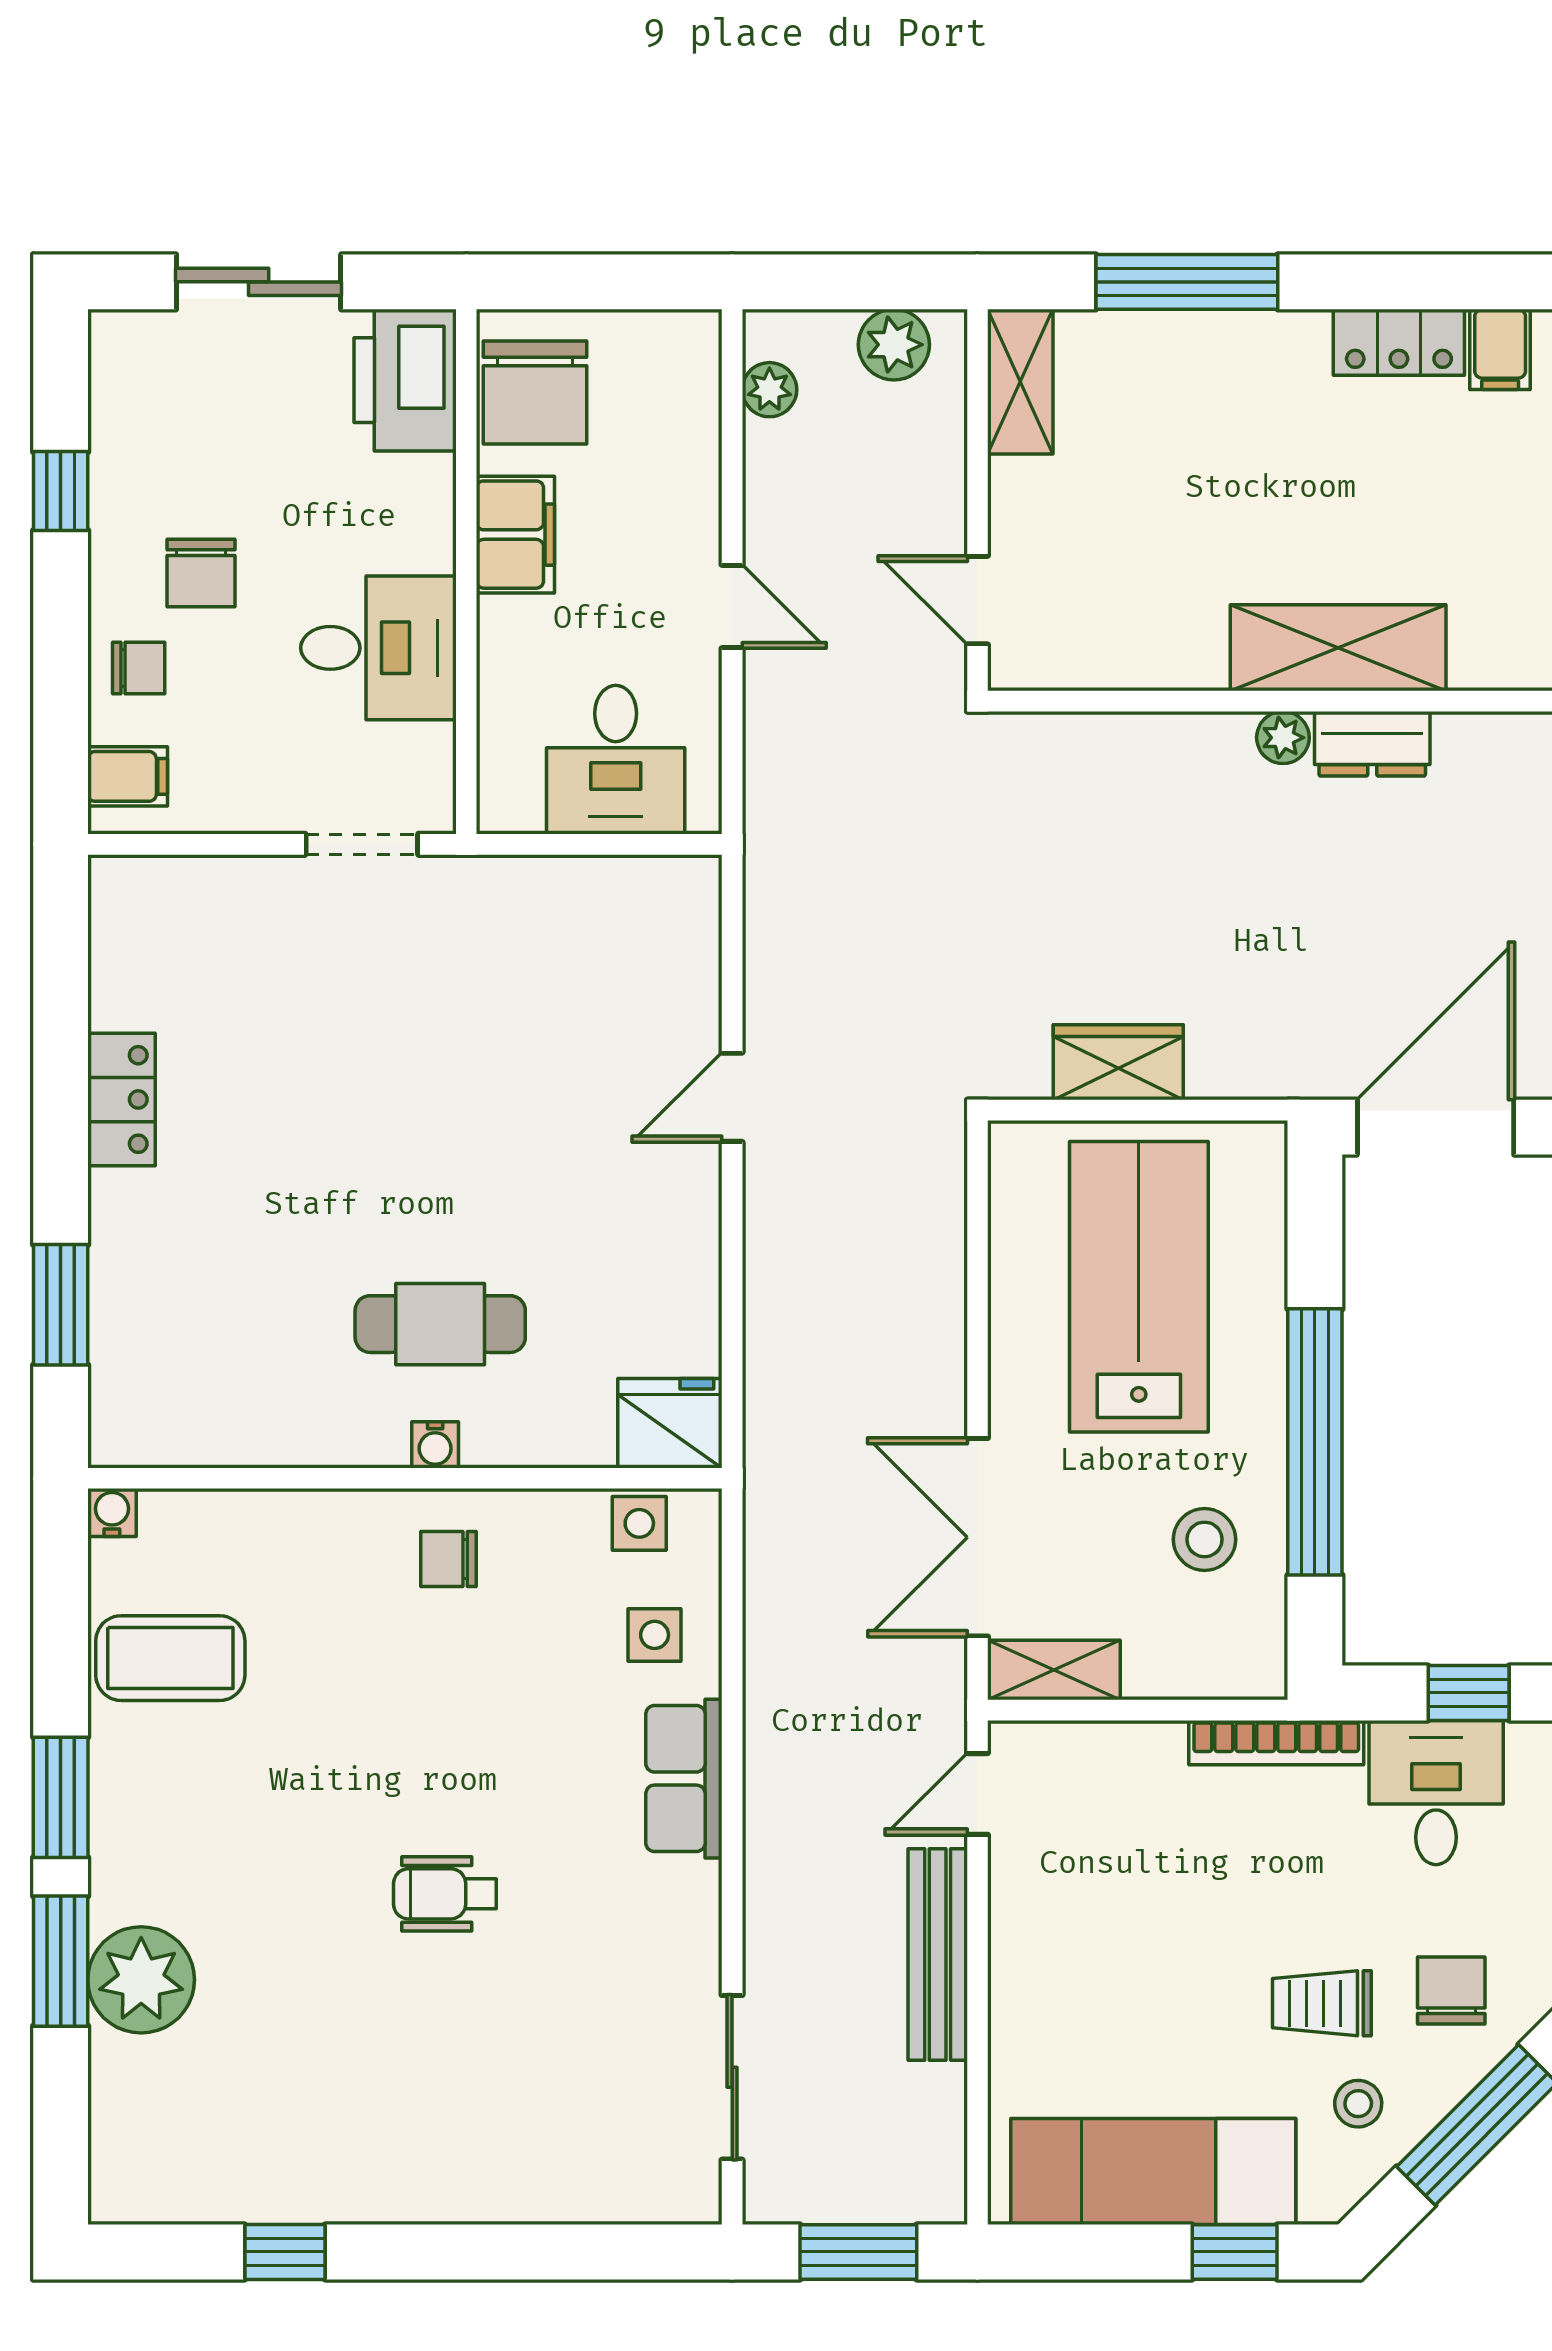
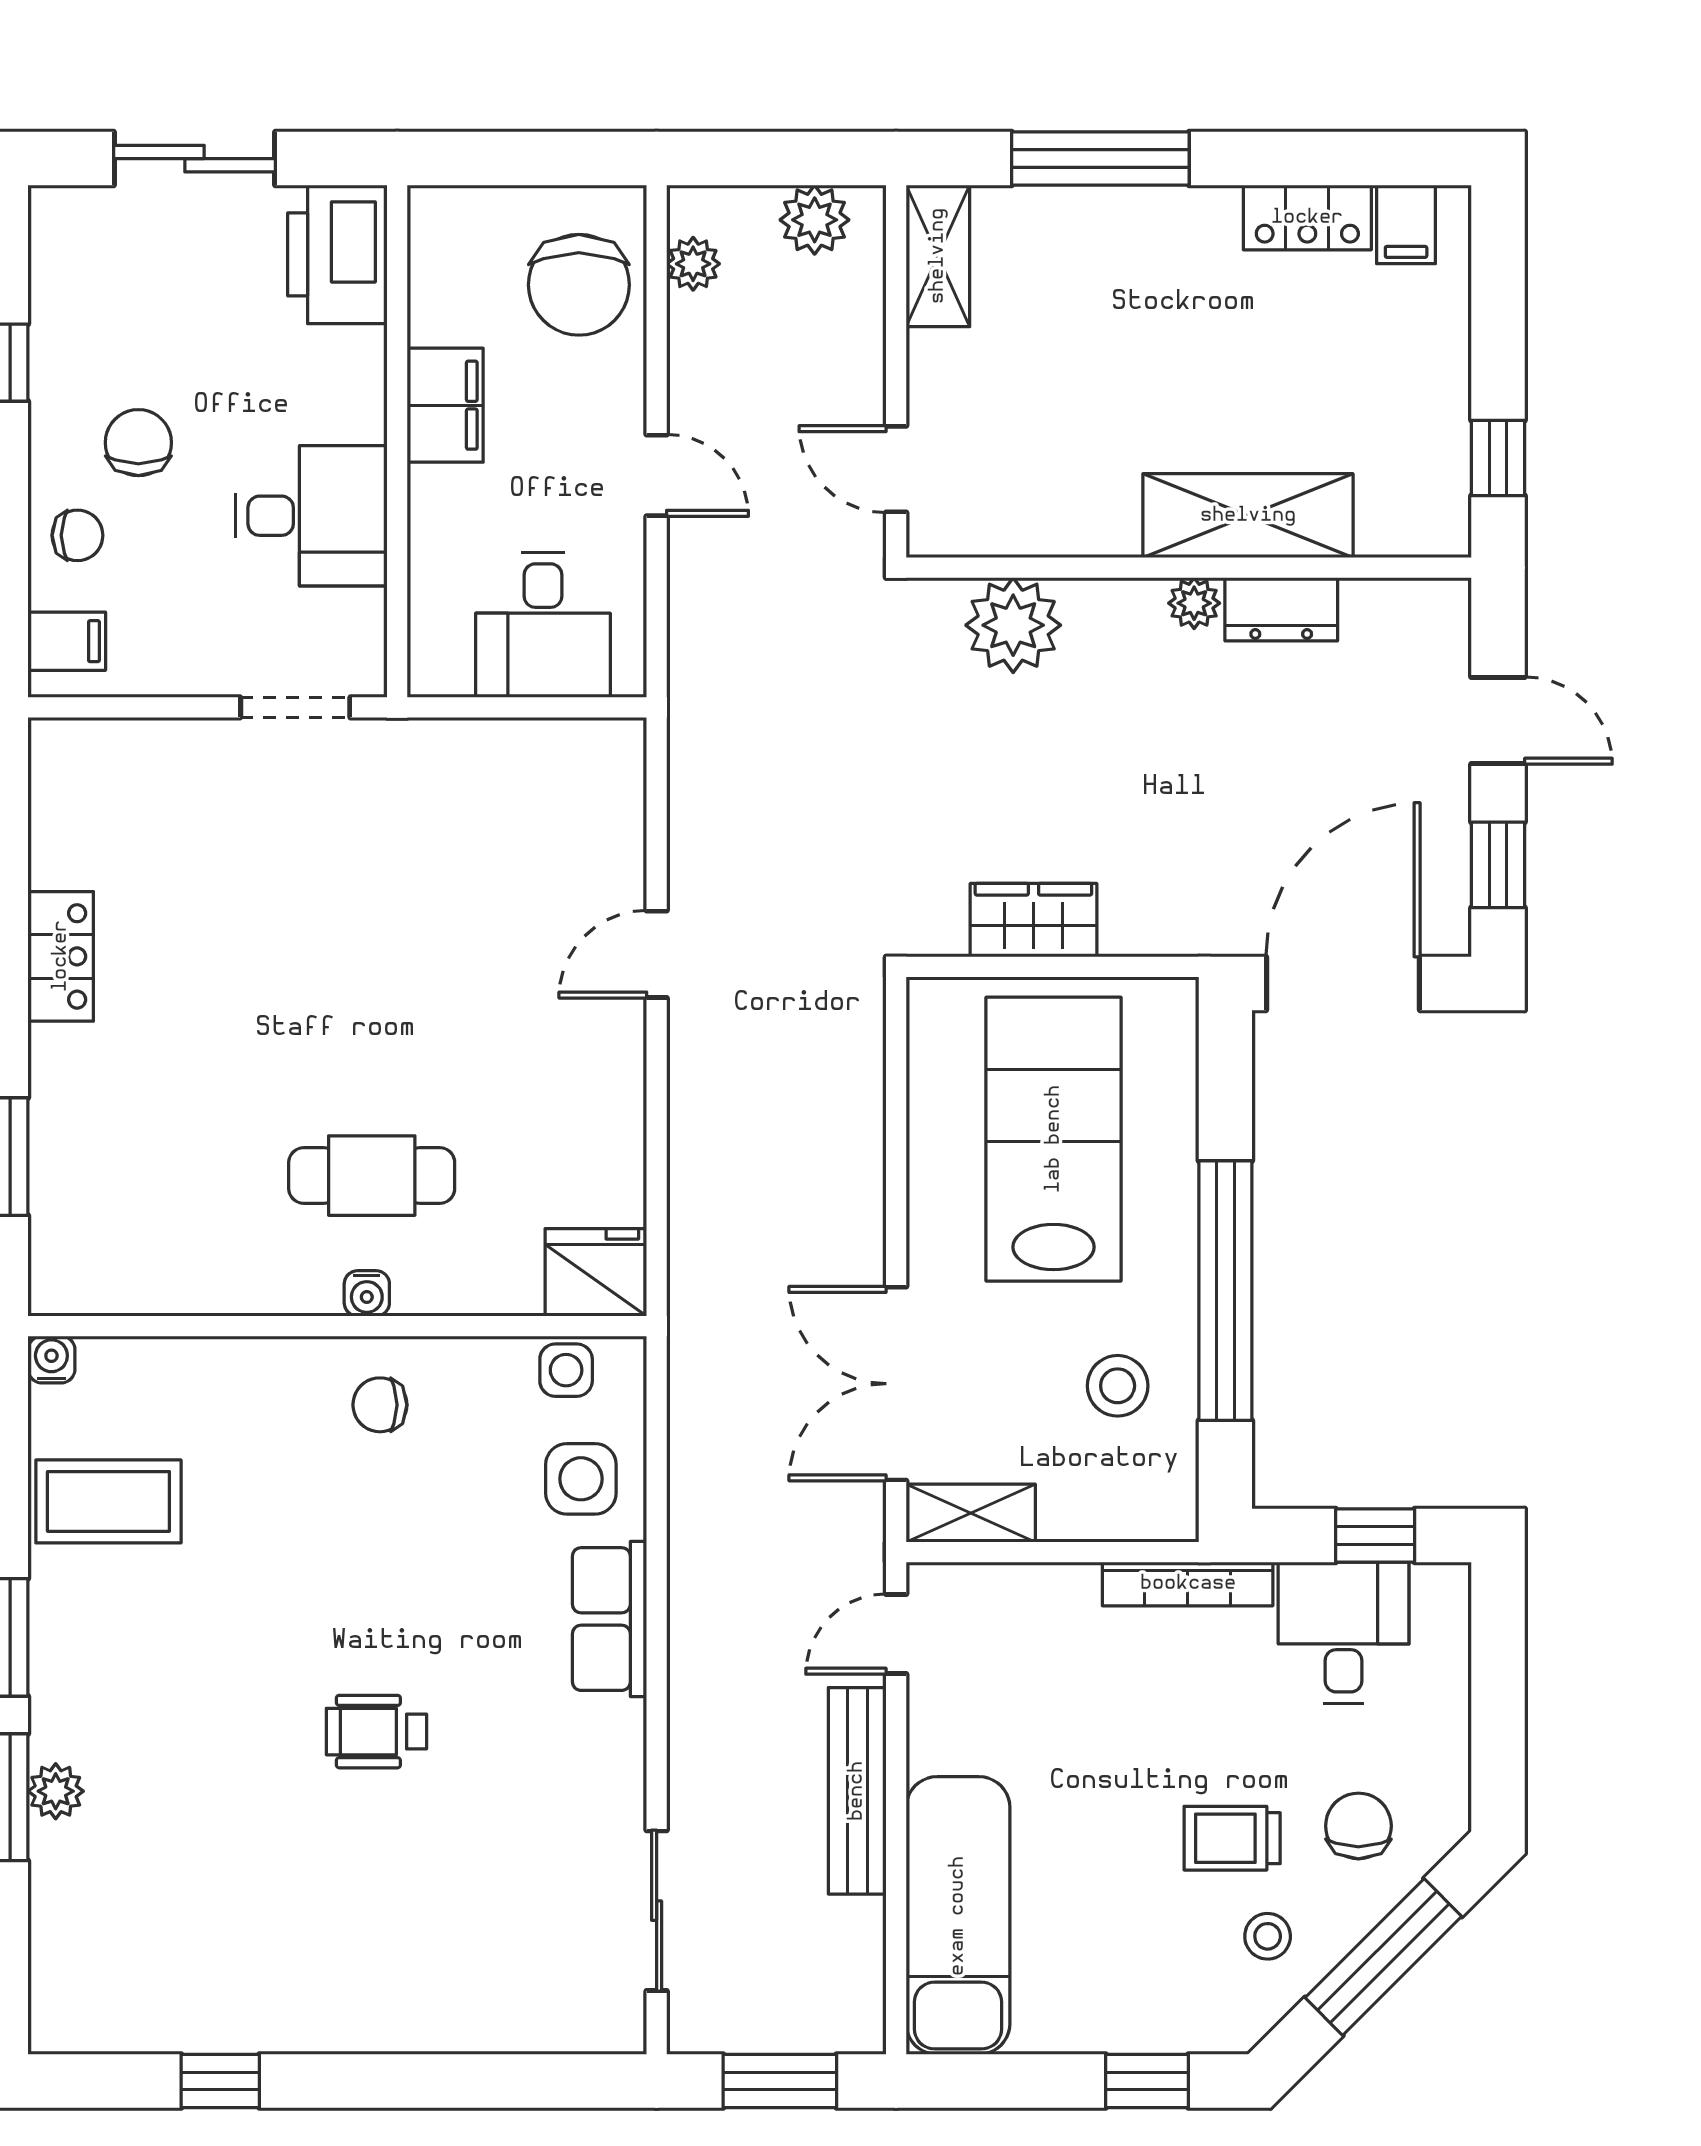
chair: (535, 392) -> (579, 285), moved
chair: (201, 573) -> (138, 443), turned 180
plant: (1097, 760) -> (1013, 625), added
side table: (655, 1635) -> (581, 1479), width x1.37, depth x1.37
plant: (141, 1980) -> (56, 1791), width x0.53, depth x0.53
exam couch: (1153, 2172) -> (958, 1916), moved, turned 90

